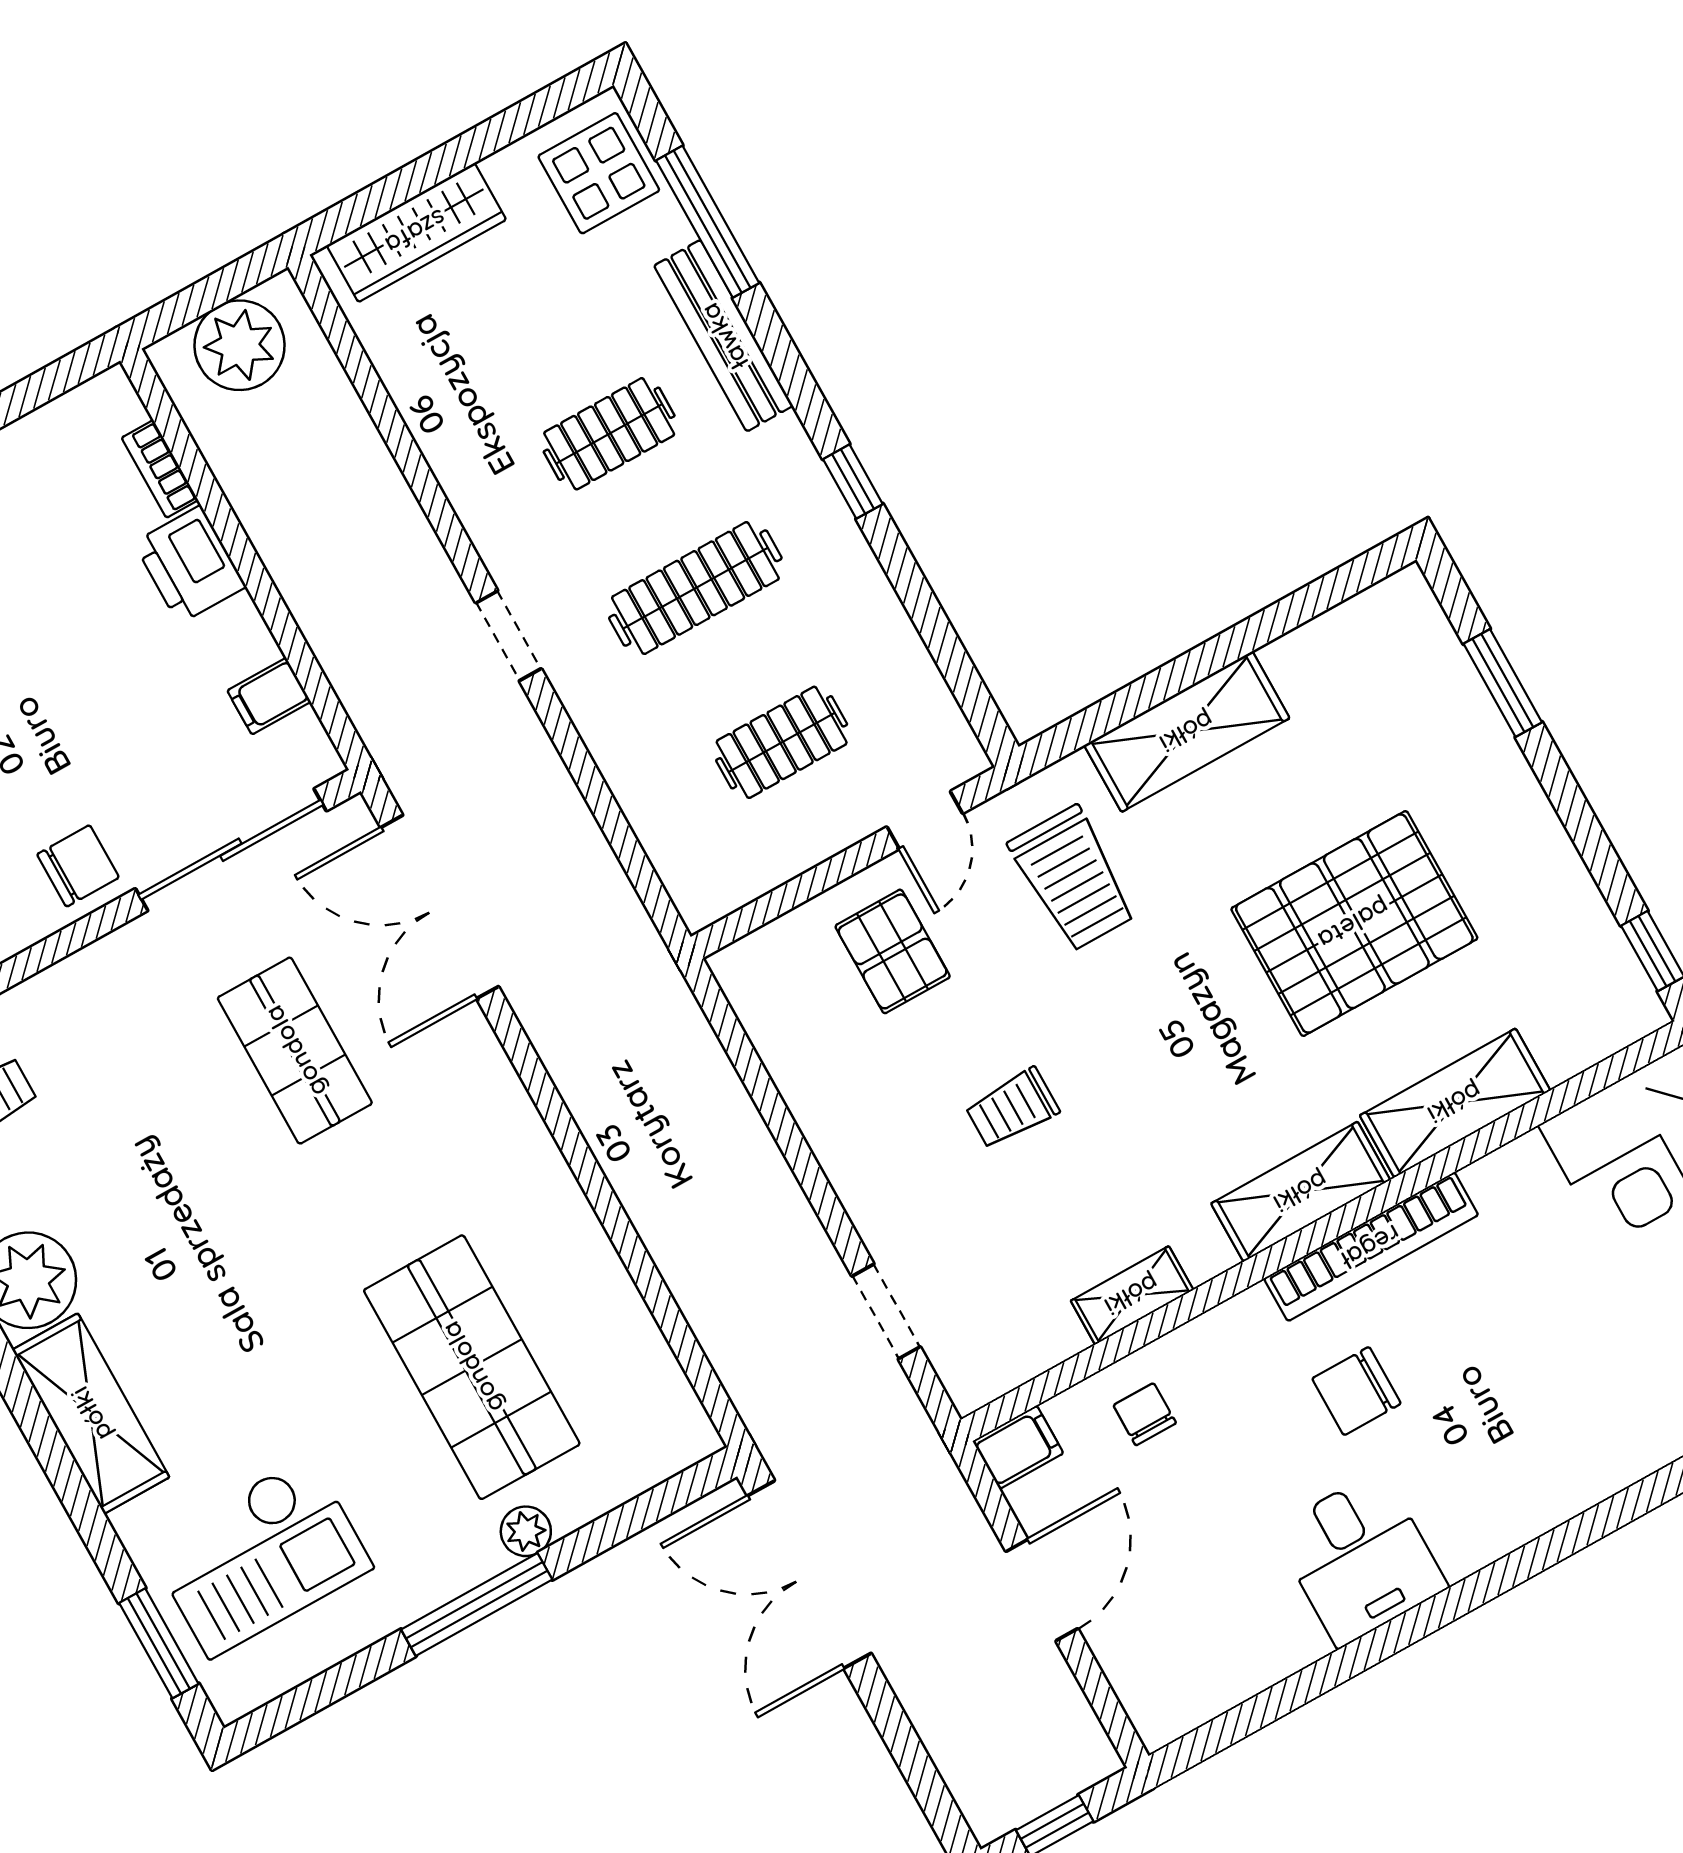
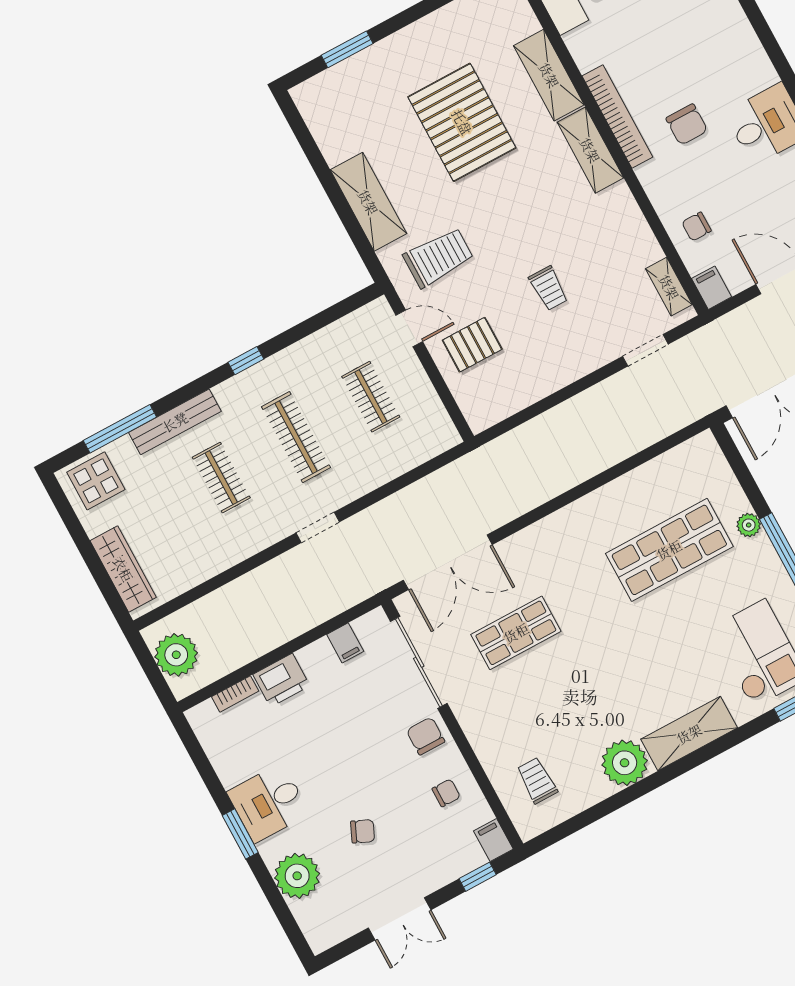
shelving: (1132, 1295) -> (669, 287), moved

